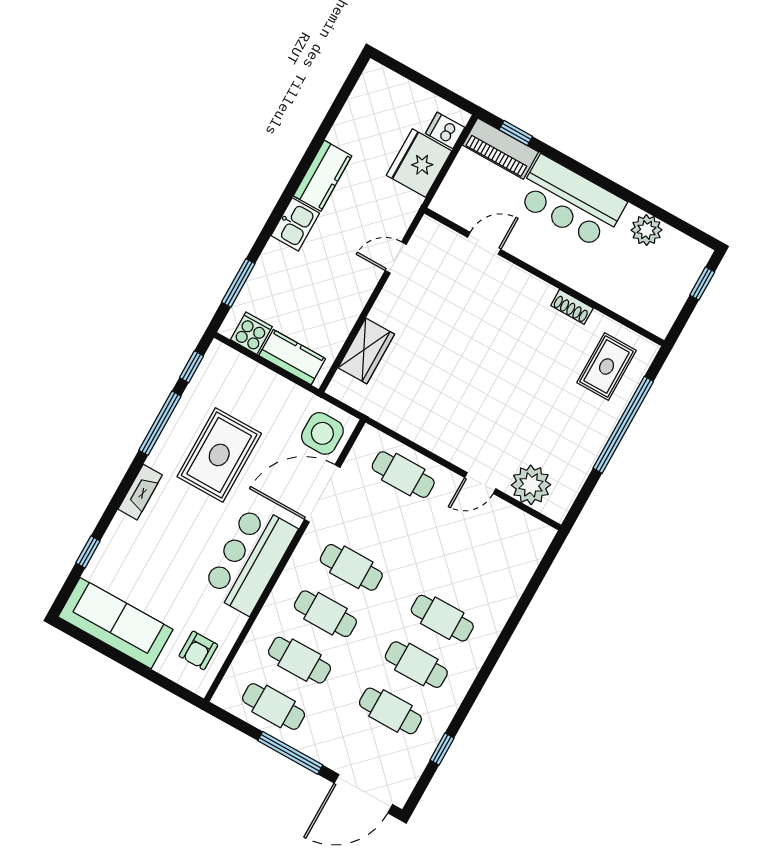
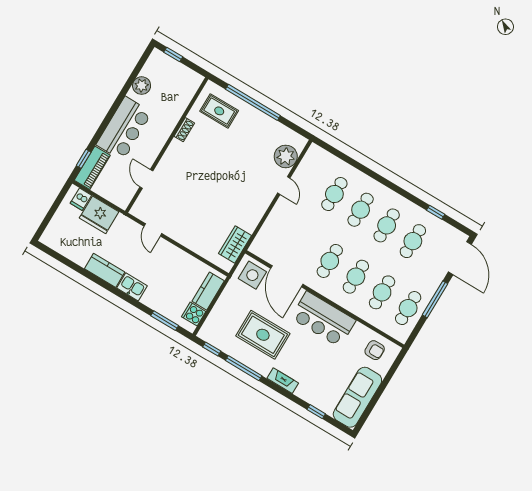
wardrobe: (366, 351) -> (235, 245), moved, turned -90
cafe table: (403, 475) -> (334, 194), moved

